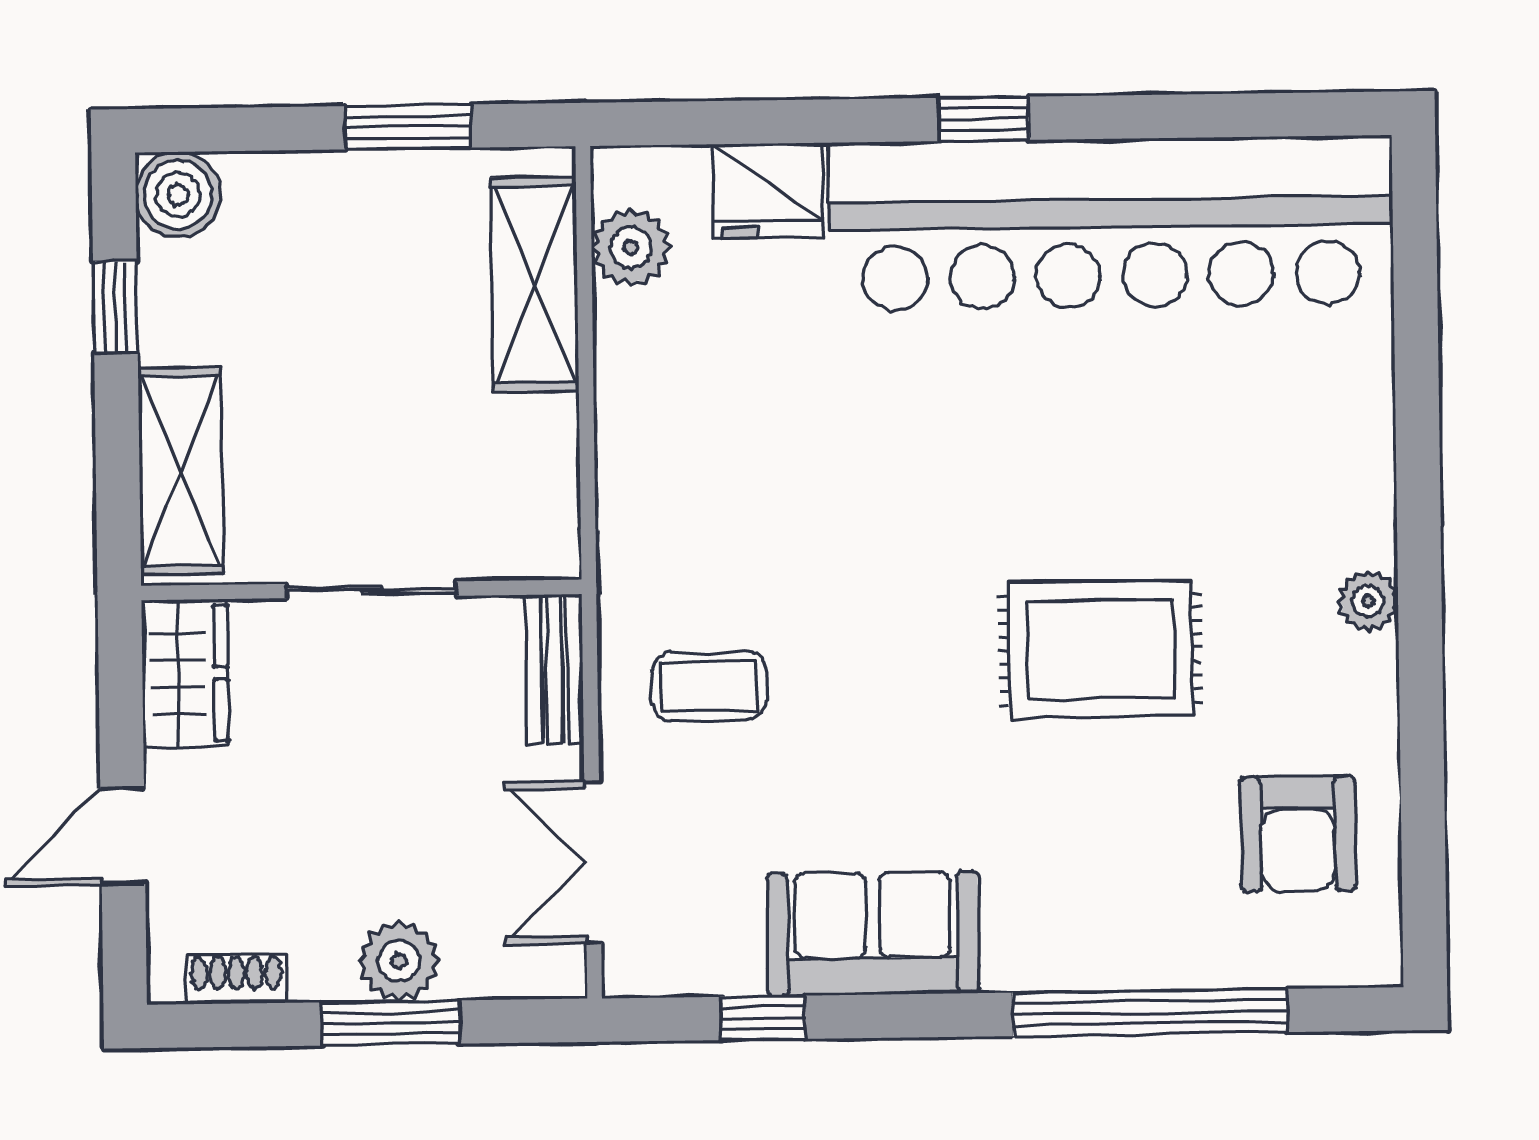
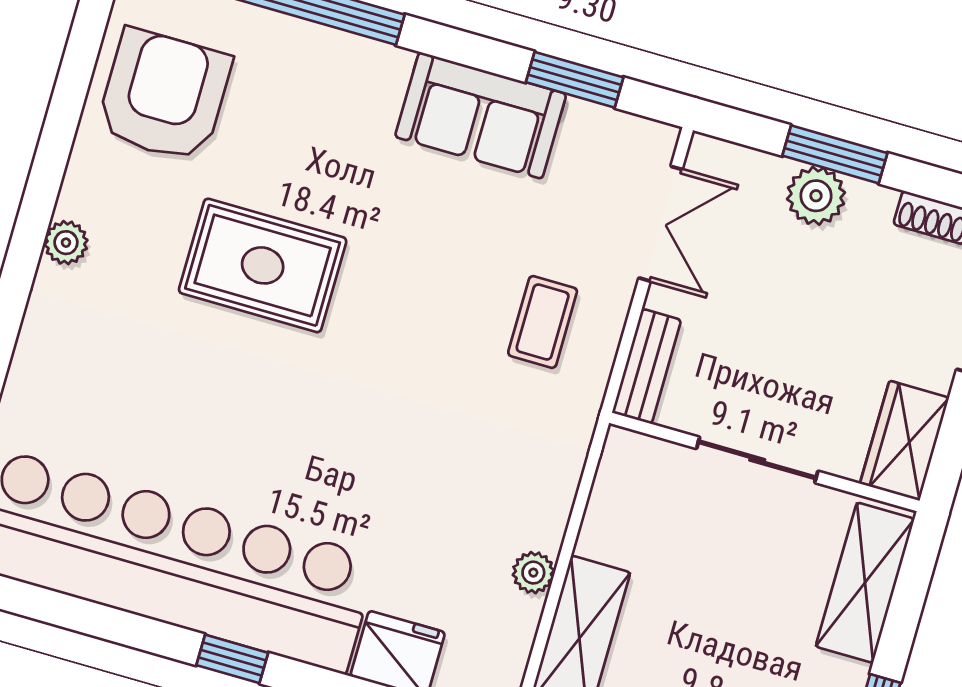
plant: (631, 248) -> (533, 573), moved, width x0.73, depth x0.73
coffee table: (709, 686) -> (543, 322), turned 90
armchair: (1298, 834) -> (164, 95), width x1.36, depth x1.36
window: (763, 1018) -> (575, 80), width x1.50

